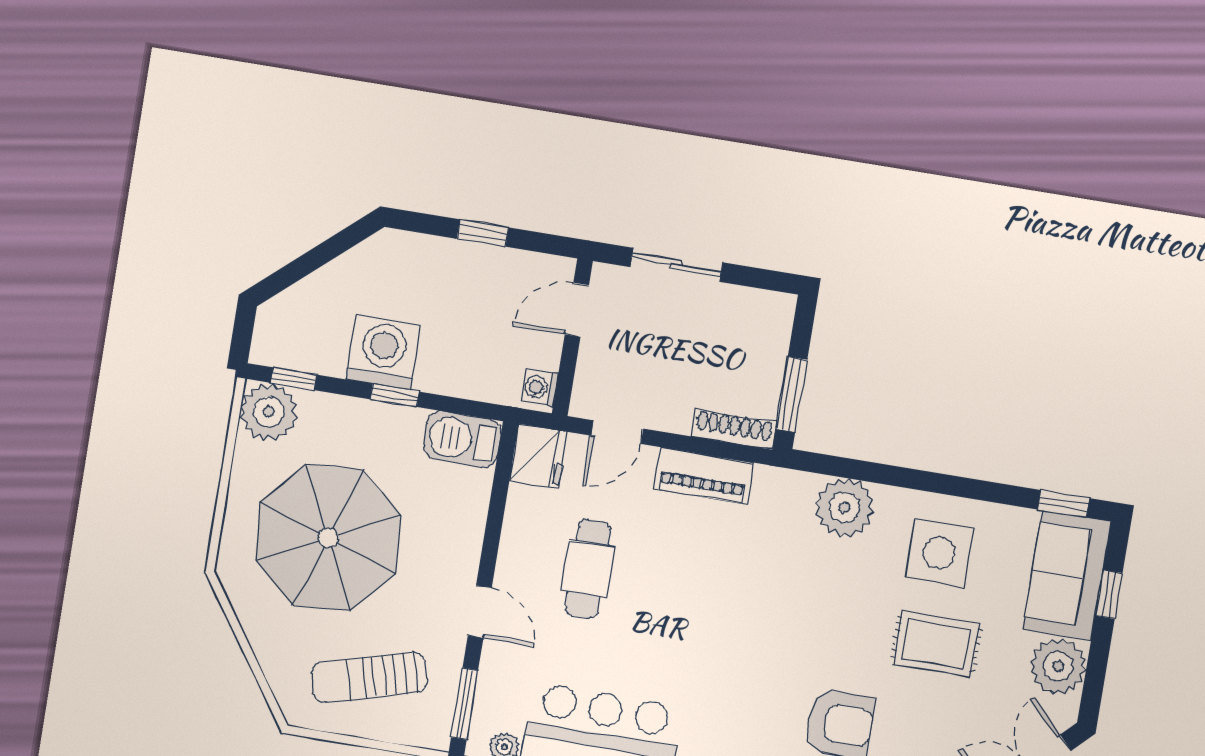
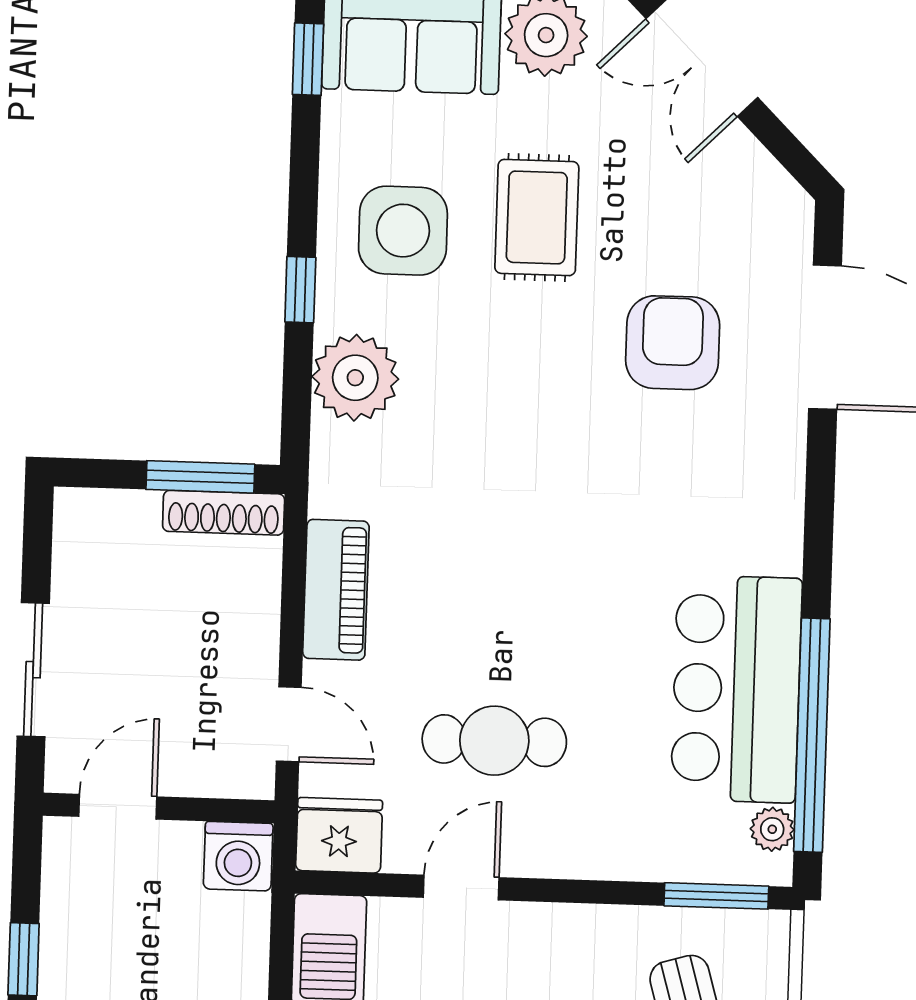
door: (577, 310) -> (118, 807), swing flipped
washing machine: (539, 388) -> (238, 856), width x1.38, depth x1.38
shoe rack: (734, 429) -> (224, 513), moved, turned -90
window: (909, 478) -> (300, 290), added
door: (480, 612) -> (461, 887), moved

